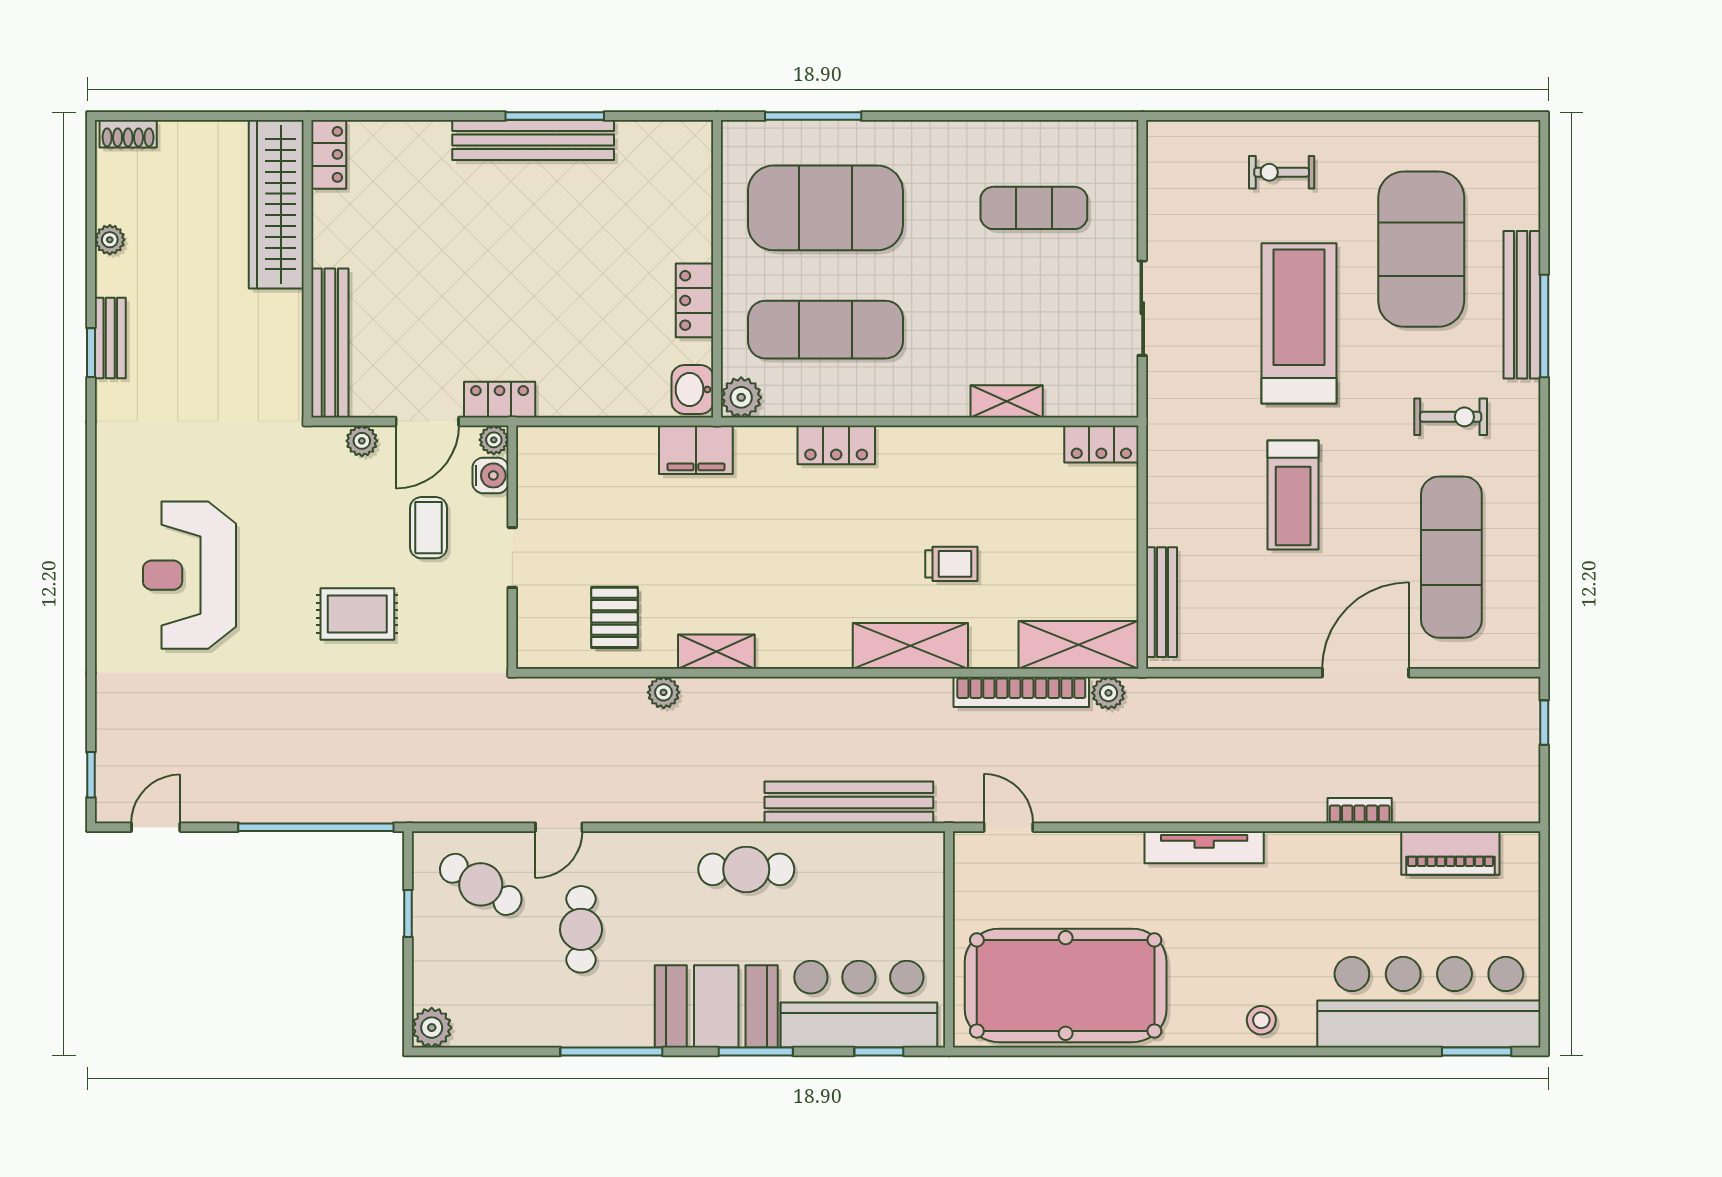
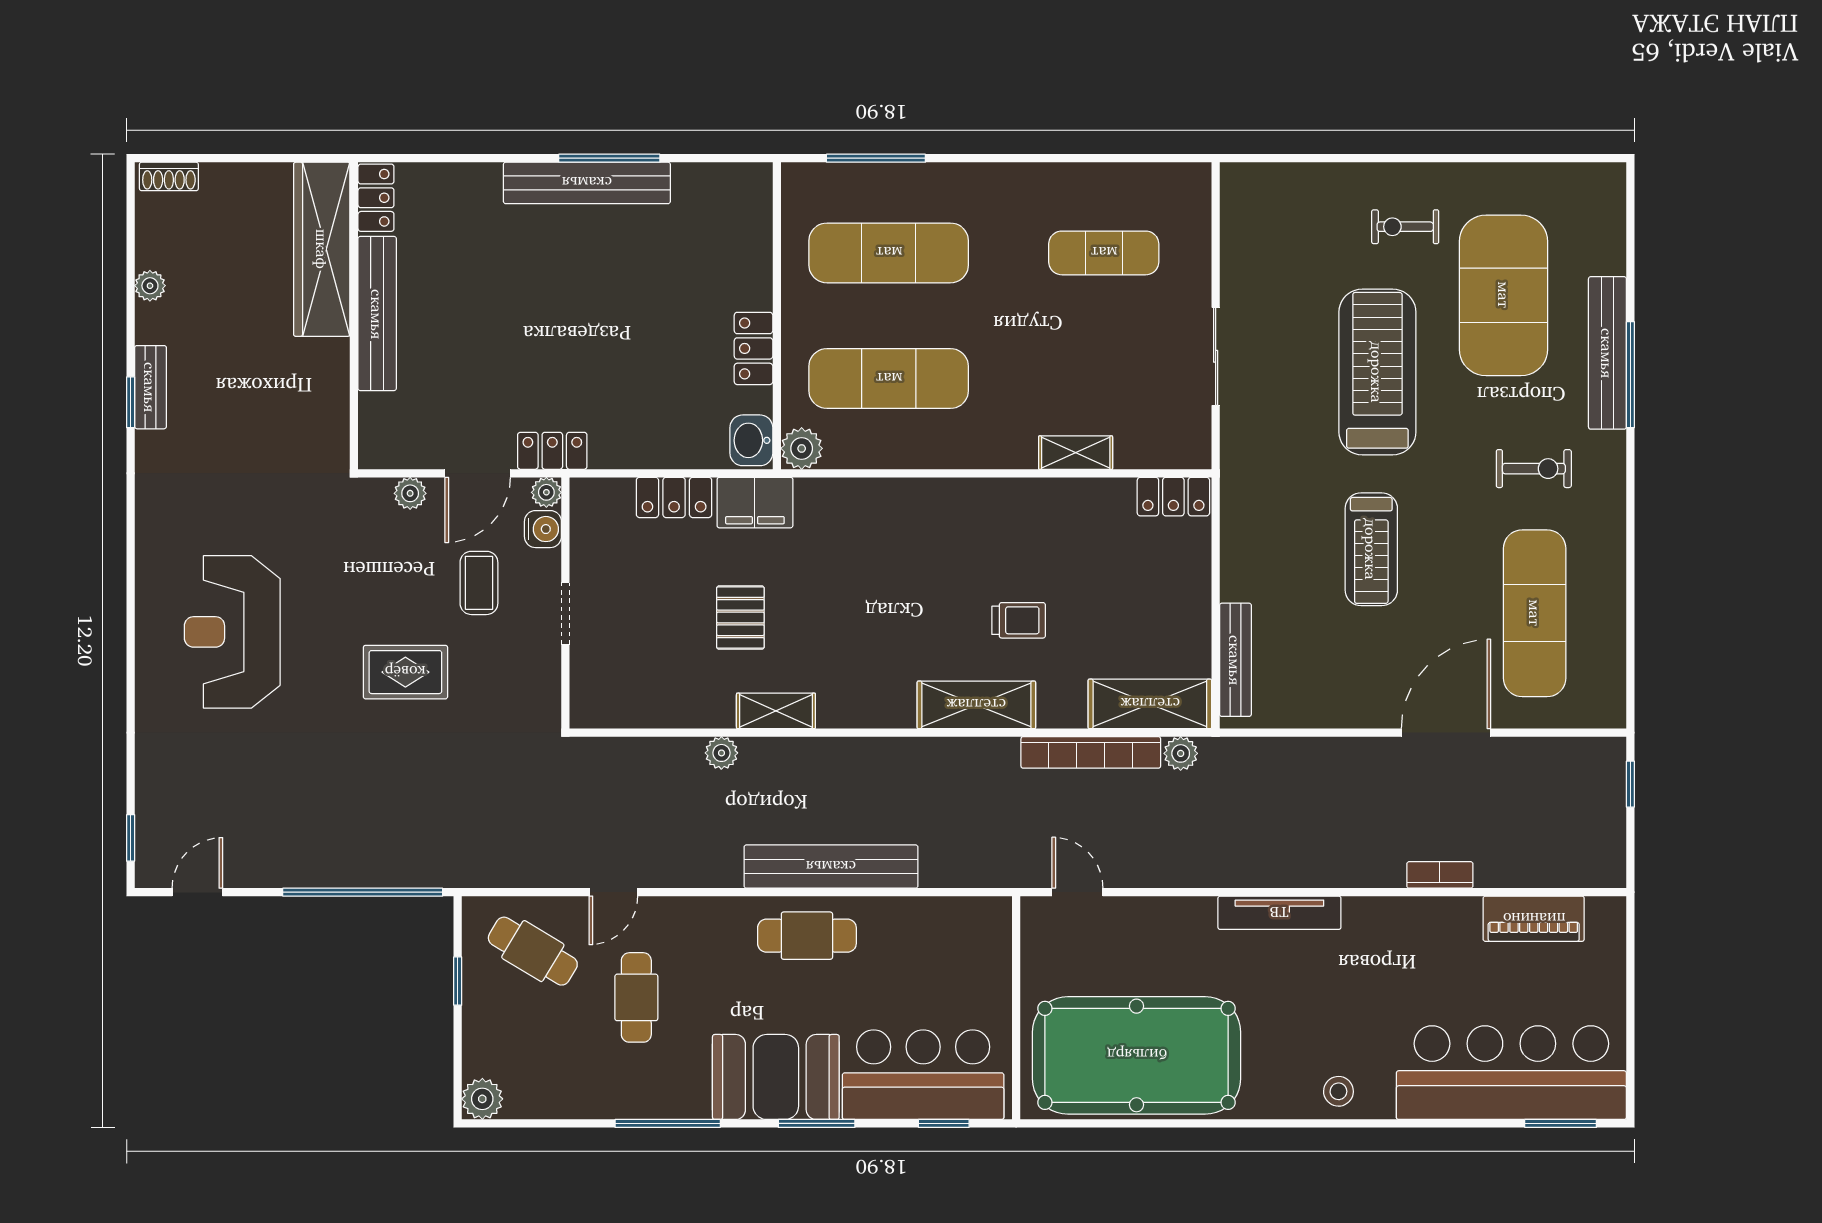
exercise bike: (1282, 172) -> (1405, 227), moved
exercise mat: (825, 208) -> (889, 253), width x0.68
bench: (330, 343) -> (377, 314), moved
locker: (836, 445) -> (674, 497), moved
pallet: (614, 617) -> (740, 618), moved
bench: (849, 802) -> (831, 867), moved

